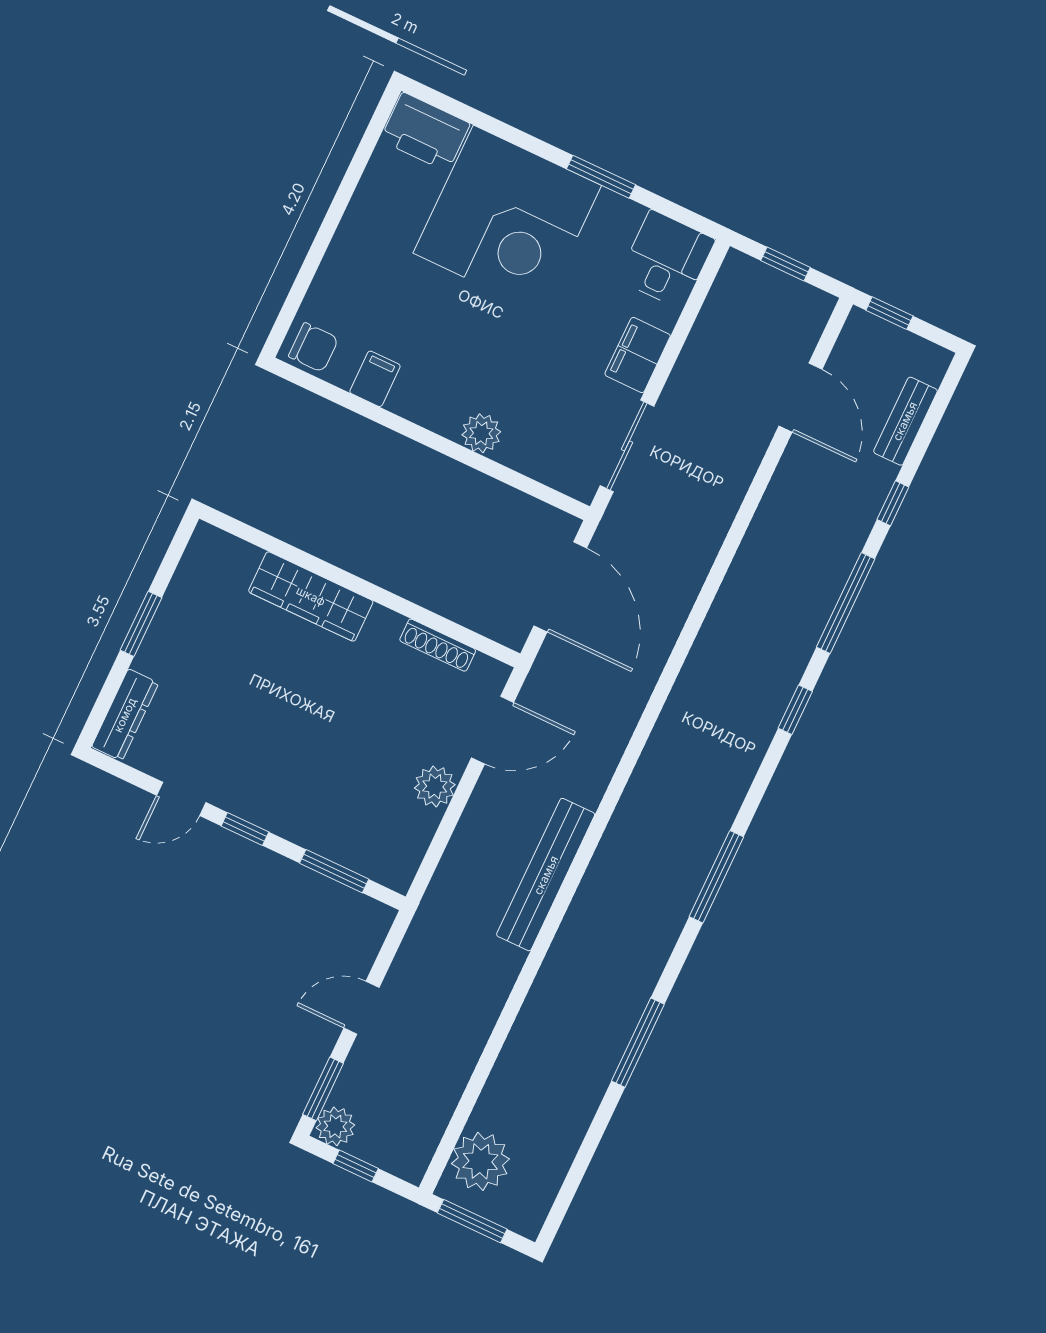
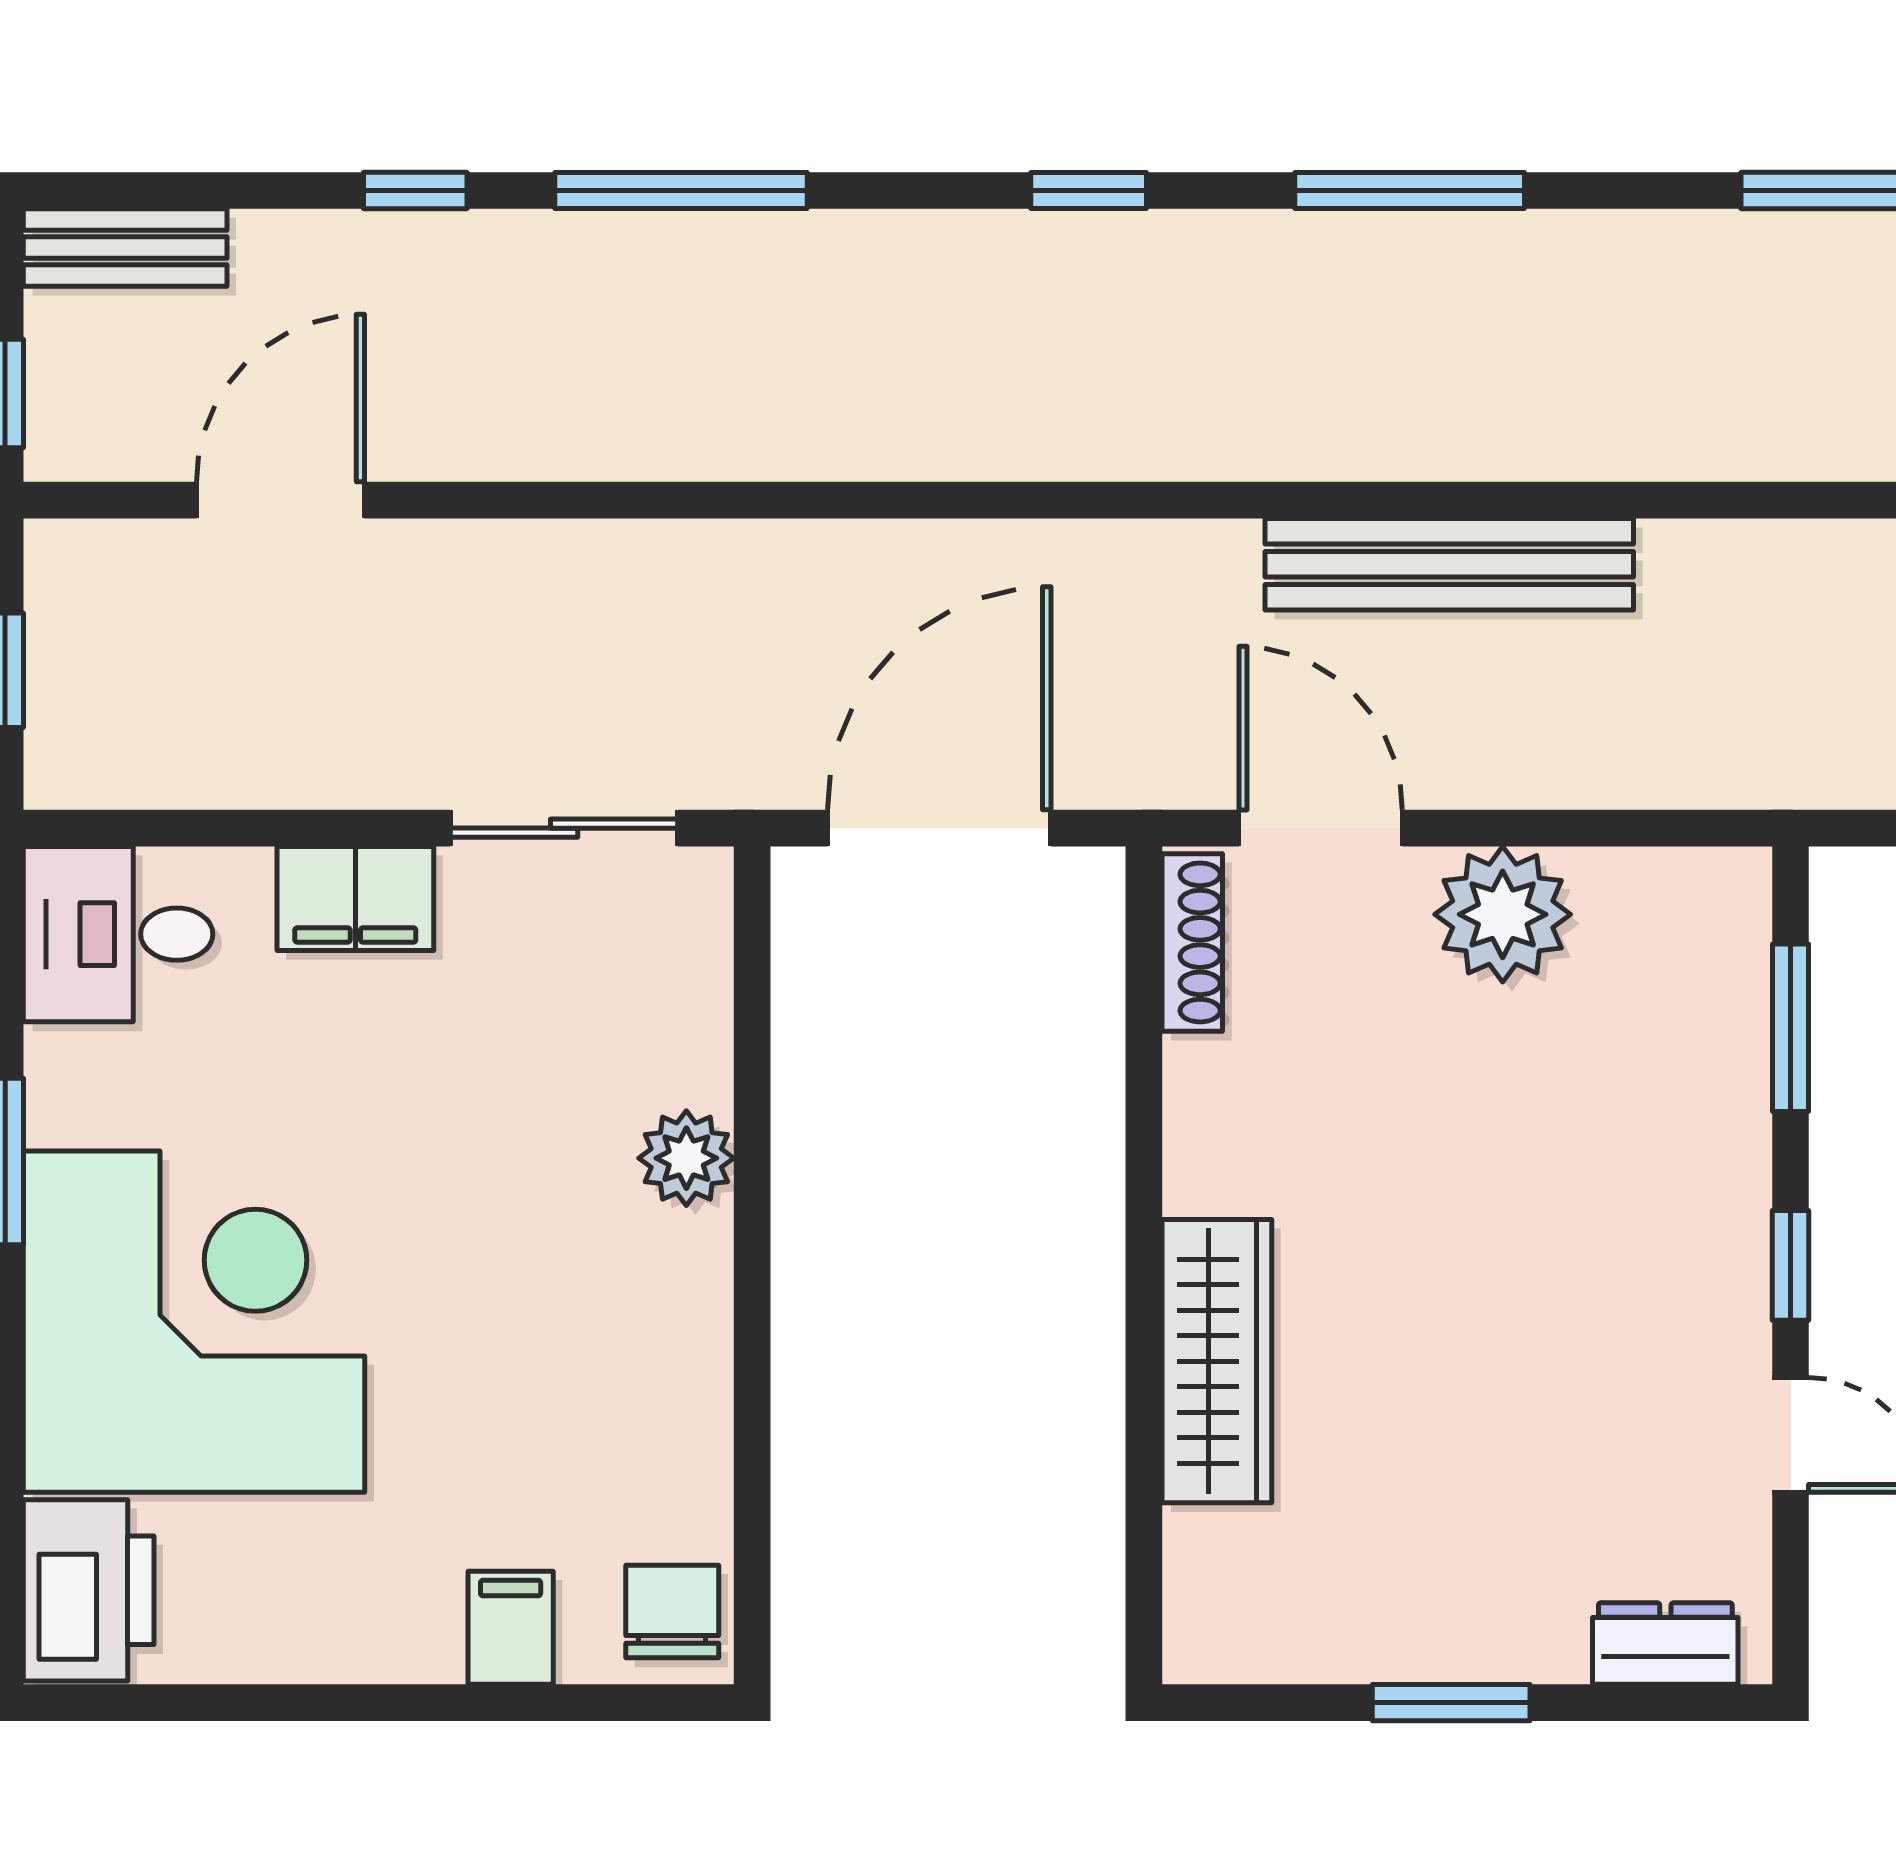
filing cabinet: (375, 379) -> (511, 1628), moved, turned 90
bench: (905, 421) -> (125, 248), moved
shoe rack: (438, 645) -> (1192, 942), moved
window: (795, 710) -> (1089, 191), moved
dresser: (125, 715) -> (1665, 1644), width x0.70
plant: (435, 786) -> (1503, 914), width x1.36, depth x1.36
bench: (546, 875) -> (1449, 564), moved

